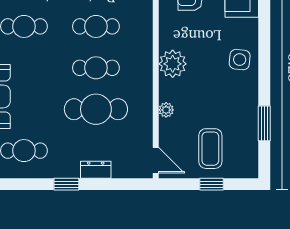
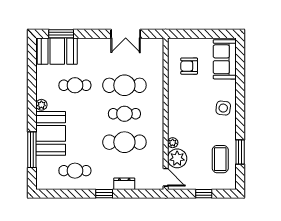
cafe table: (96, 26) -> (124, 85), width x1.37, depth x1.35
plant: (173, 64) -> (177, 158), moved
coffee table: (210, 149) -> (220, 159), moved

